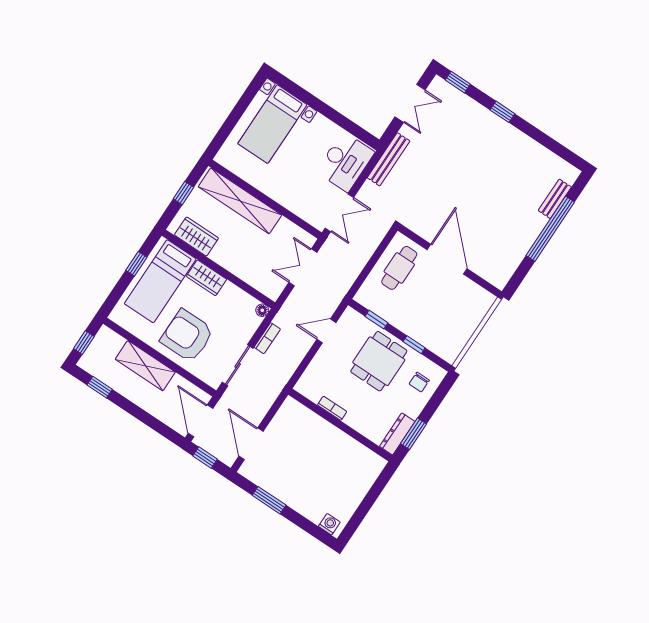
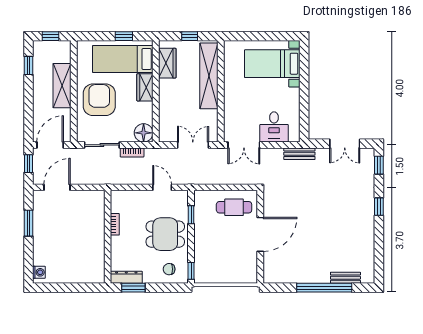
bench: (389, 159) -> (299, 154), width x0.73
desk: (345, 162) -> (274, 127), width x0.73
floor lamp: (262, 310) -> (144, 133), width x1.89, depth x1.89
window: (414, 345) -> (191, 271), moved

